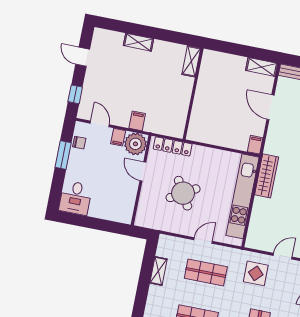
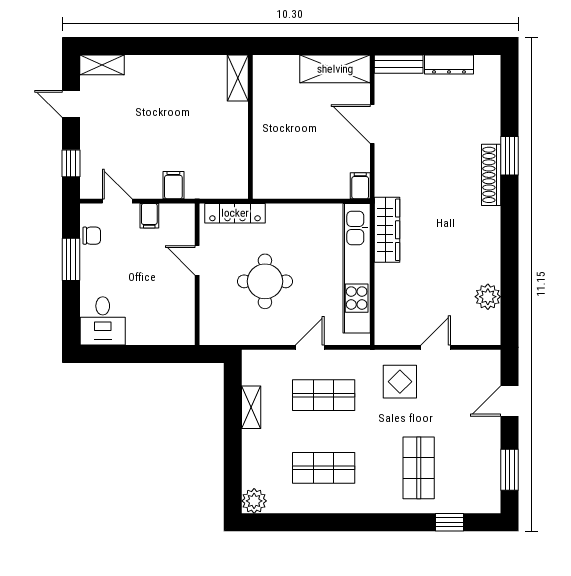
shelving: (138, 42) -> (102, 65), moved
shelving: (262, 67) -> (335, 69), width x1.50, depth x1.33
plant: (135, 144) -> (178, 221), removed
round table: (183, 193) -> (265, 281), turned 30

